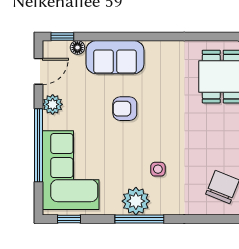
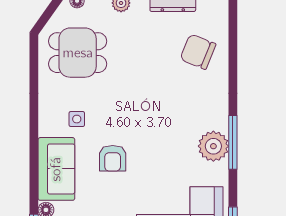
side table: (158, 169) -> (77, 119), moved

